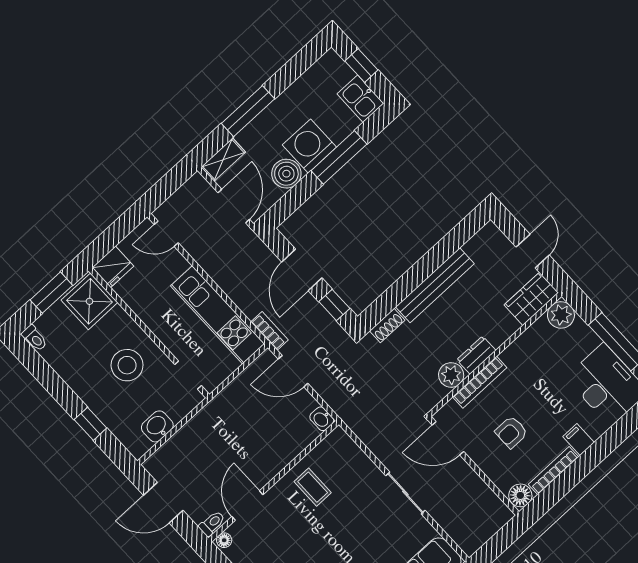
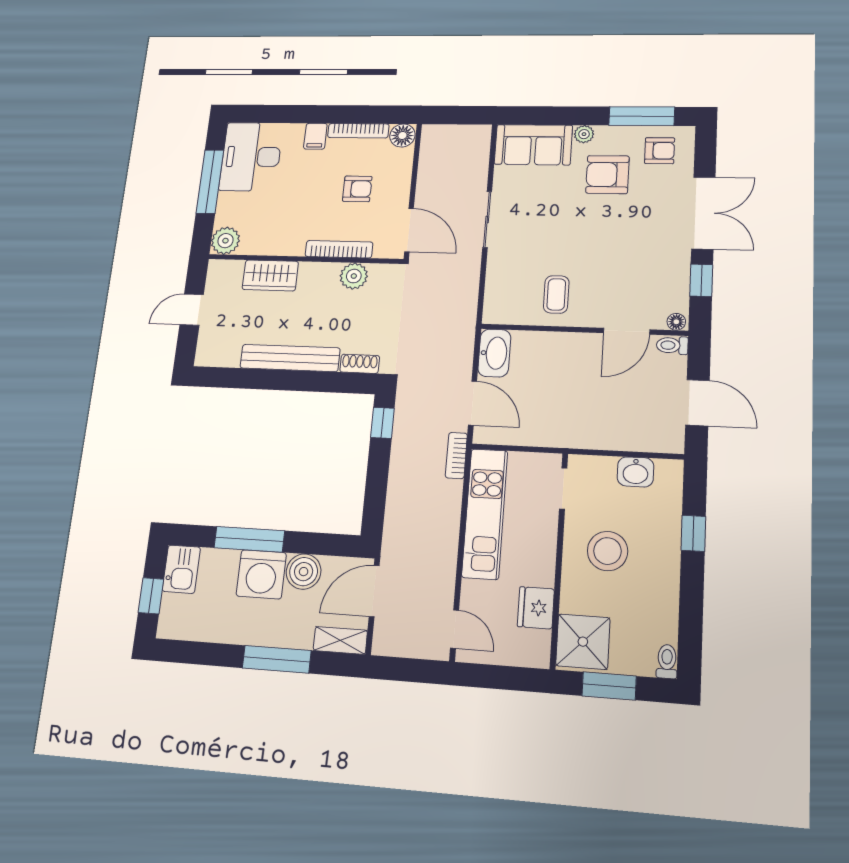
fridge: (113, 267) -> (536, 608), moved, turned -90
door: (302, 270) -> (377, 478), removed
wardrobe: (531, 299) -> (270, 275), moved
dresser: (476, 355) -> (319, 272), removed
washbasin: (322, 419) -> (494, 353), width x1.91, depth x1.45

